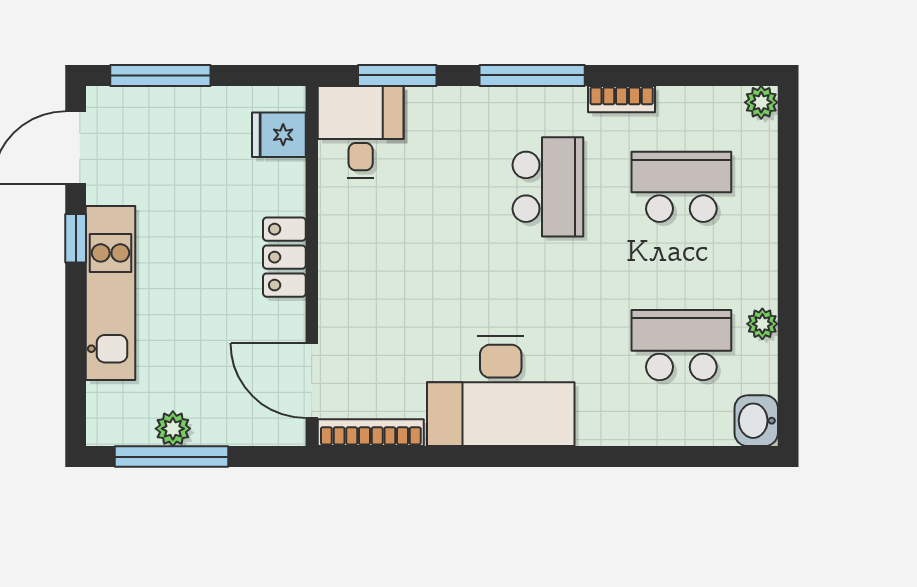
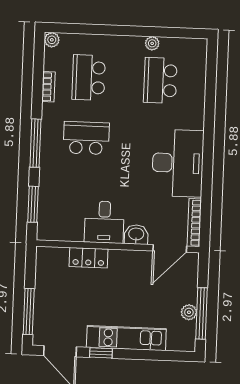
bookcase: (622, 99) -> (48, 87), moved
desk: (361, 132) -> (104, 222), moved, turned -90
fridge: (279, 135) -> (58, 259), removed
locker: (284, 257) -> (88, 258), moved
washbasin: (756, 421) -> (136, 235), moved, turned 180

